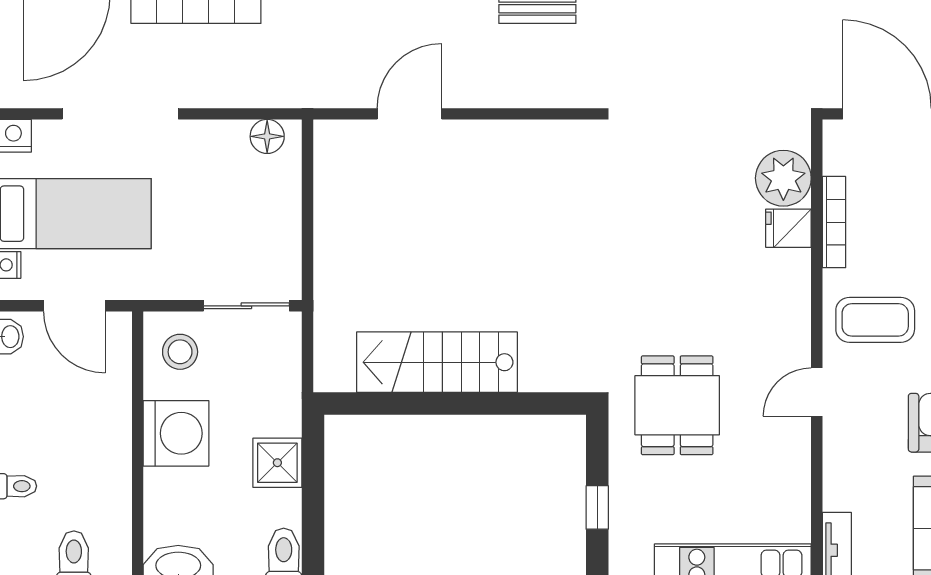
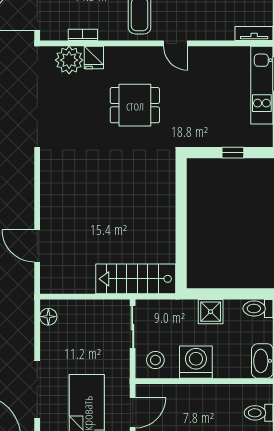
bookcase: (834, 222) -> (83, 35), width x0.64
stairs: (437, 362) -> (136, 279), moved, turned 90
dining table: (677, 405) -> (135, 105), moved

